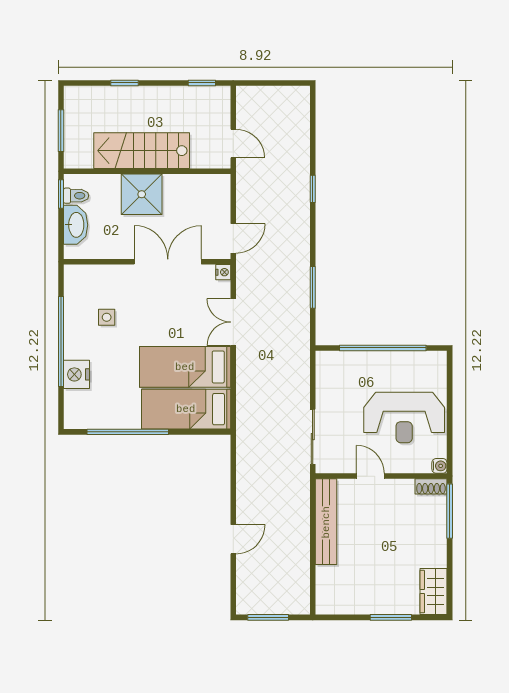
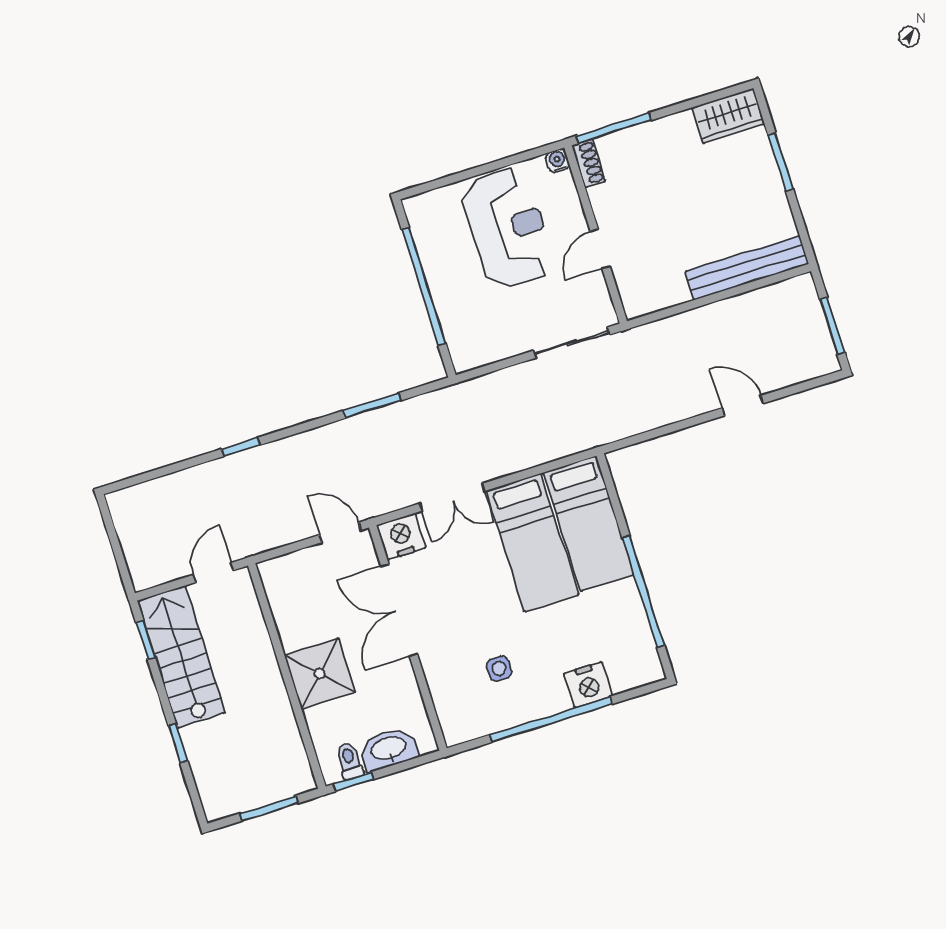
stairs: (142, 151) -> (181, 657), moved, turned 180
nightstand: (223, 272) -> (401, 536), width x1.89, depth x1.79
bench: (326, 522) -> (747, 268), moved

